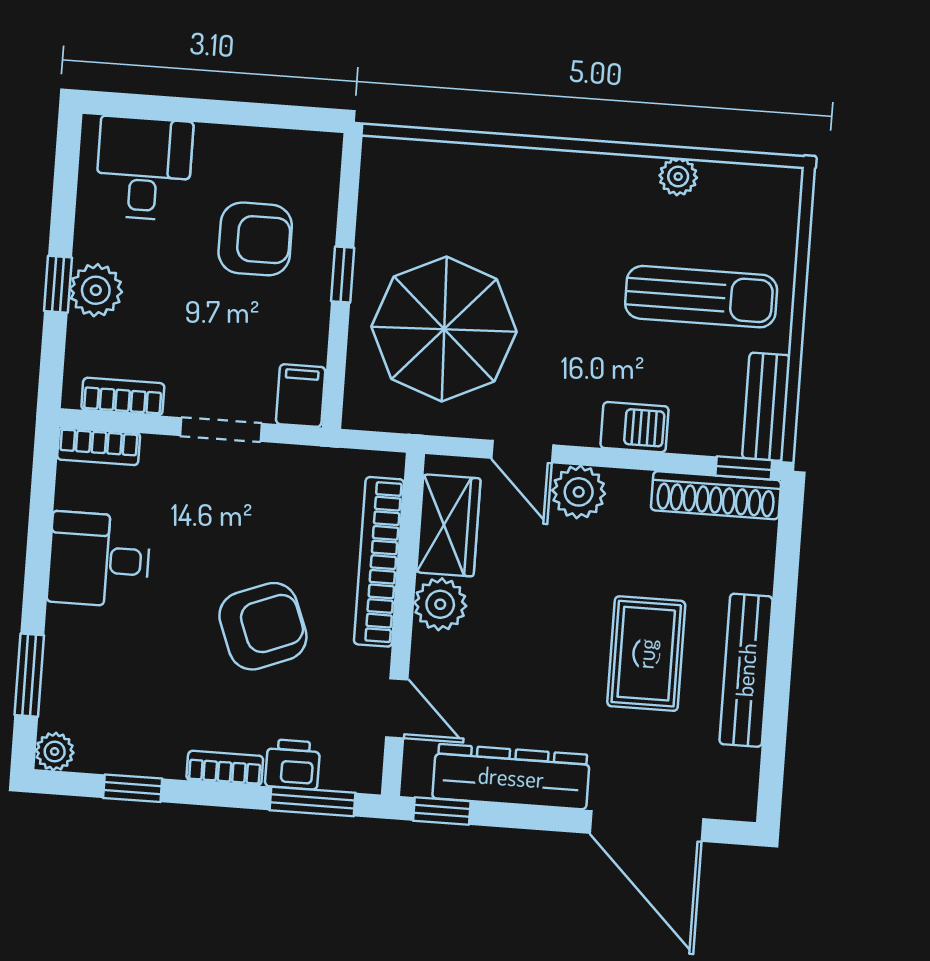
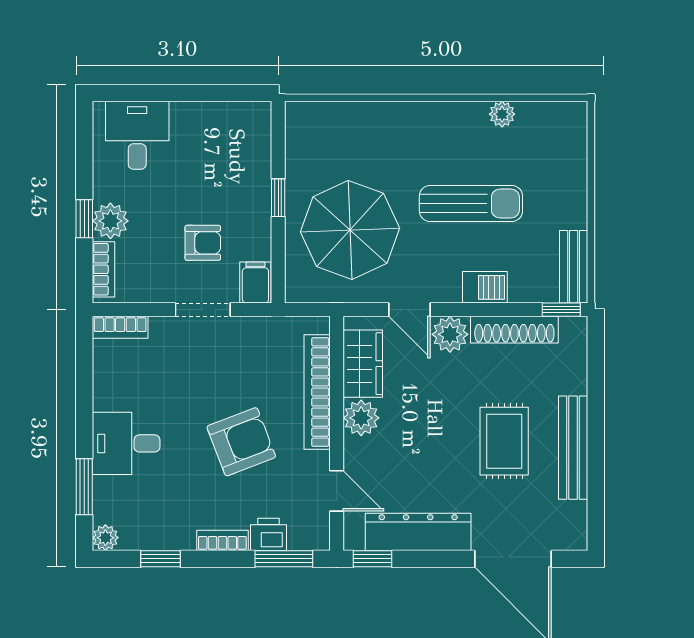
armchair: (255, 239) -> (203, 243), moved, width x0.72, depth x0.72
sun lounger: (701, 297) -> (471, 204), moved
bookcase: (123, 397) -> (104, 269), moved, turned 90
shoe rack: (716, 495) -> (514, 330), moved
desk: (99, 560) -> (126, 443), moved

